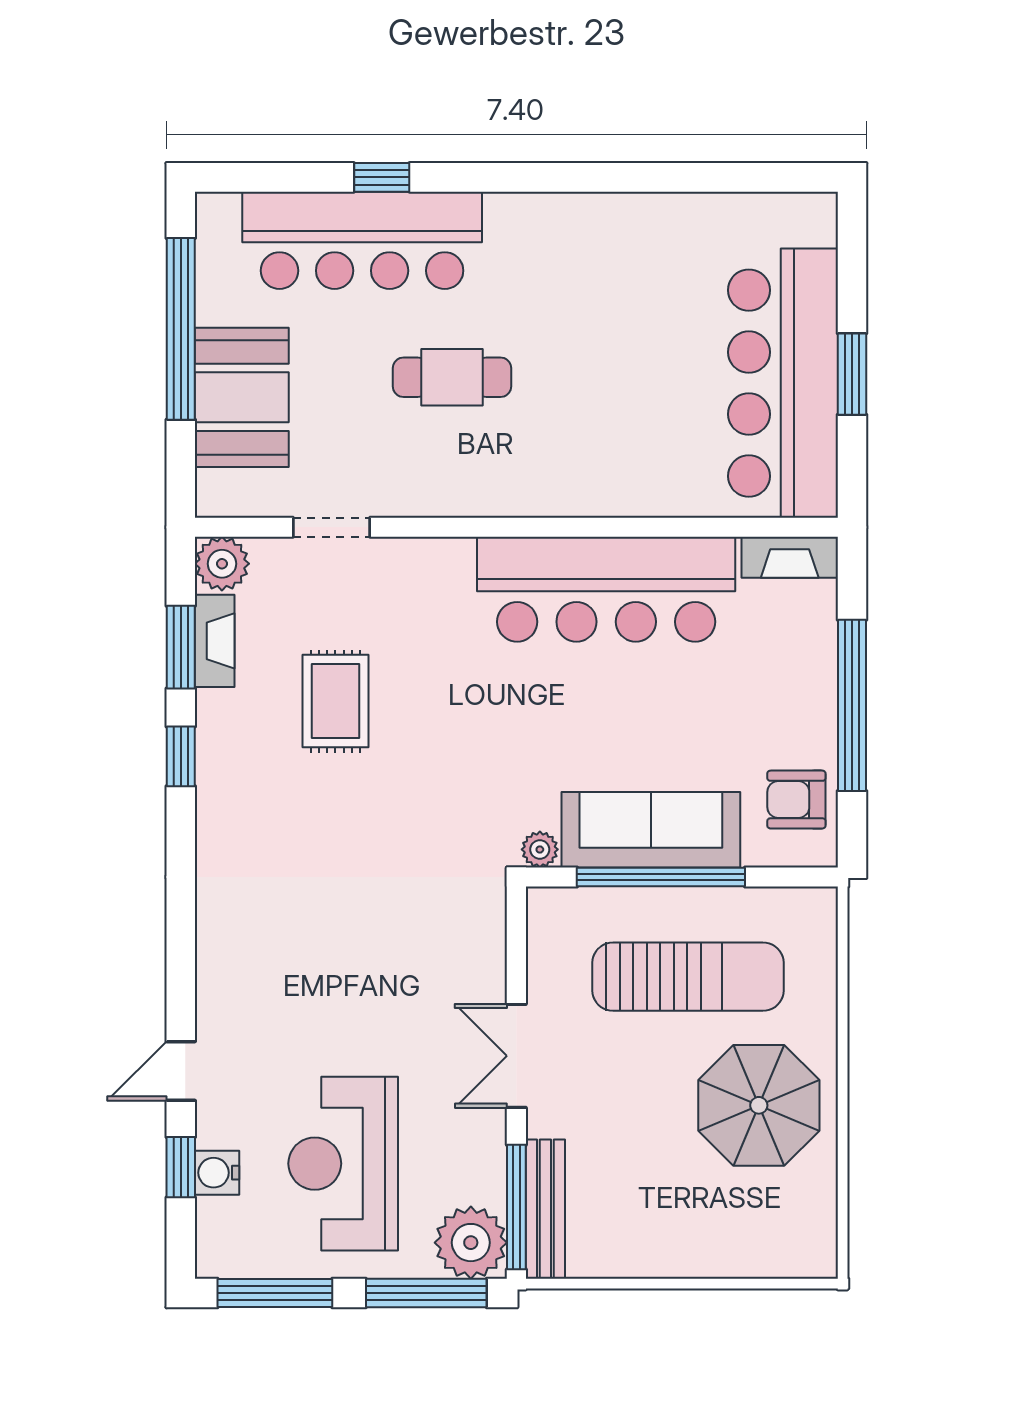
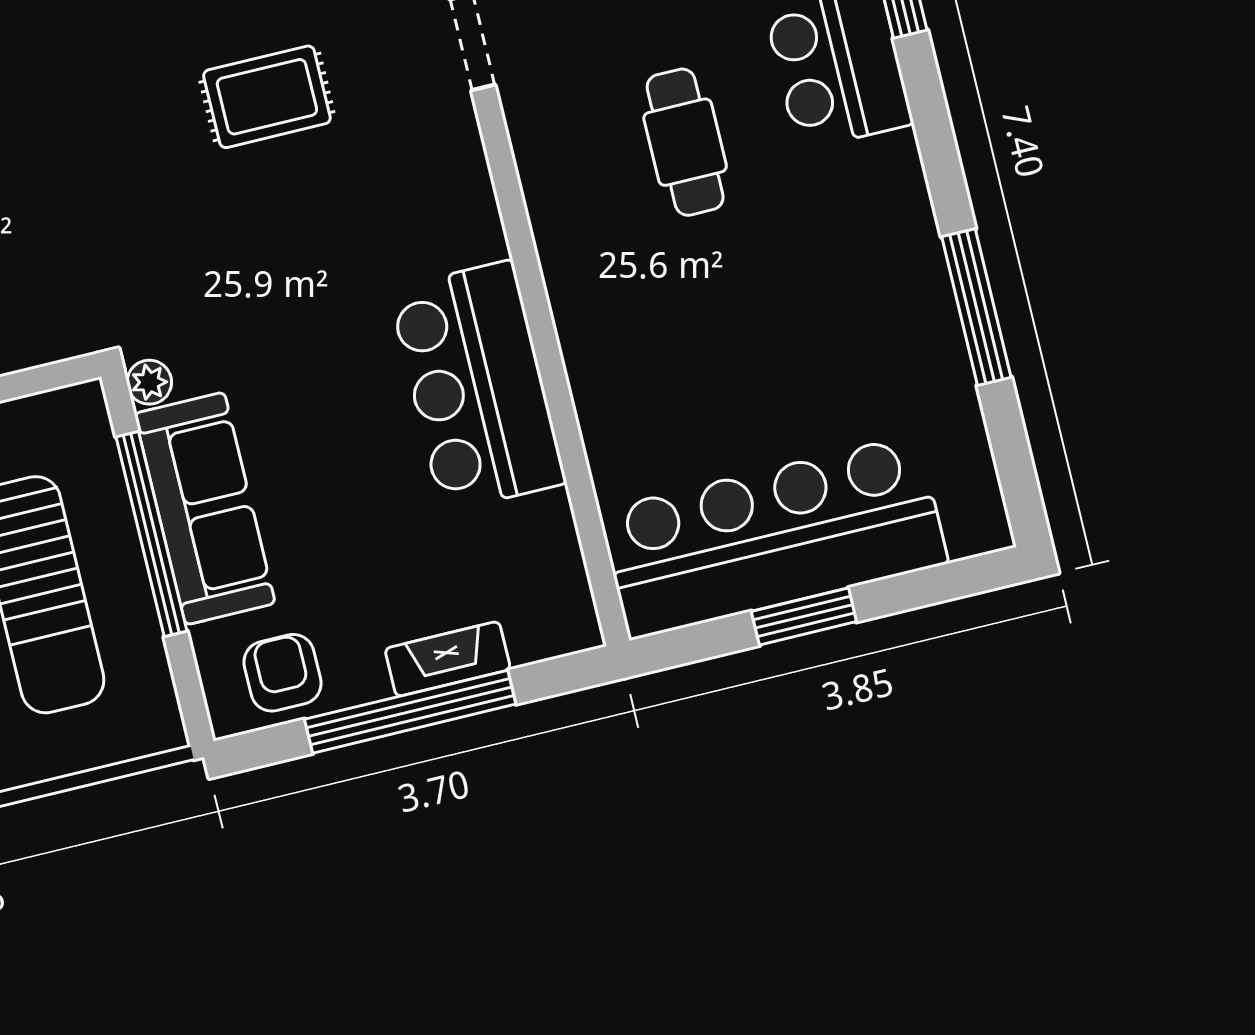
window: (639, 177) -> (976, 307), added
fireplace: (790, 557) -> (448, 659), moved, turned 90
bar counter: (606, 589) -> (478, 386), width x0.73

